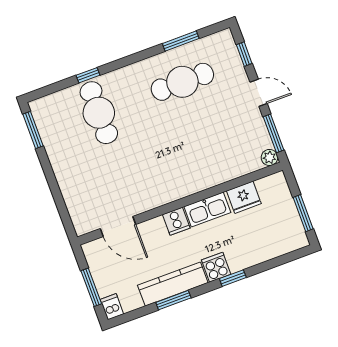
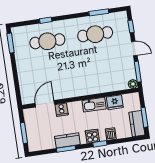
cafe table: (99, 113) -> (47, 41), turned 90
cooker: (176, 221) -> (62, 110), moved
door: (118, 227) -> (45, 104), swing flipped
kitchen counter: (292, 227) -> (137, 124), added
kitchen counter: (173, 284) -> (67, 140), width x0.67
dishwasher: (112, 307) -> (111, 134), moved

